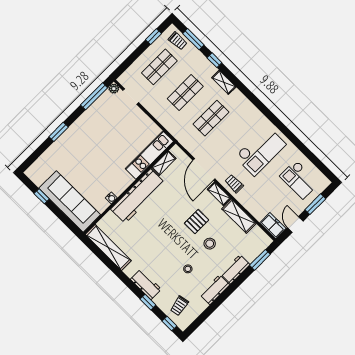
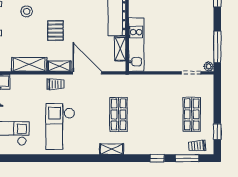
shelving: (224, 82) -> (112, 149), moved
shop shelf: (185, 93) -> (155, 114), removed
stool: (210, 244) -> (27, 11), moved

